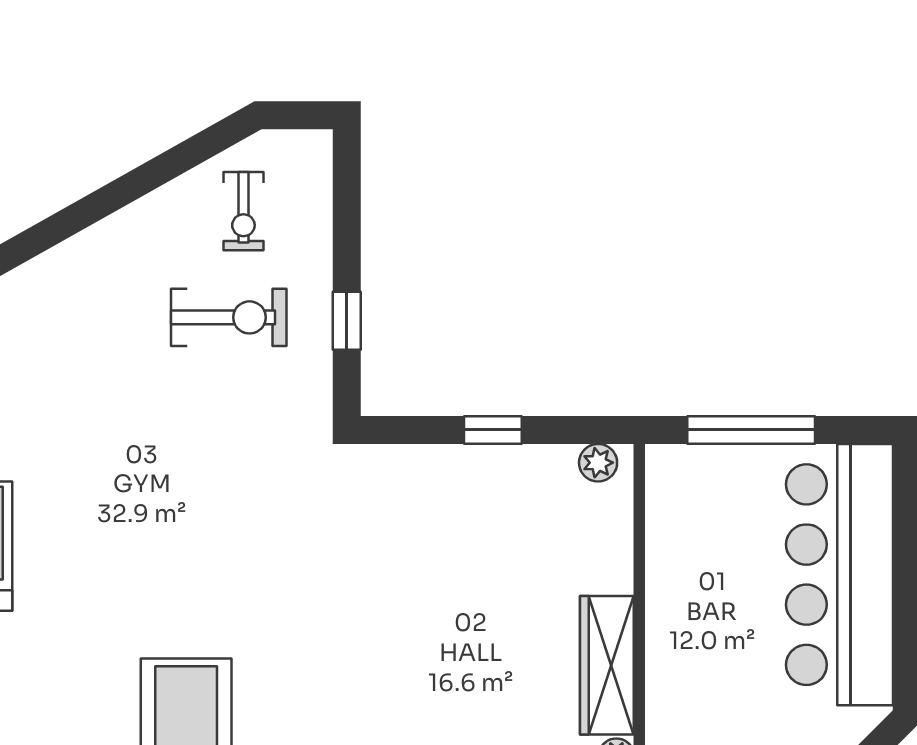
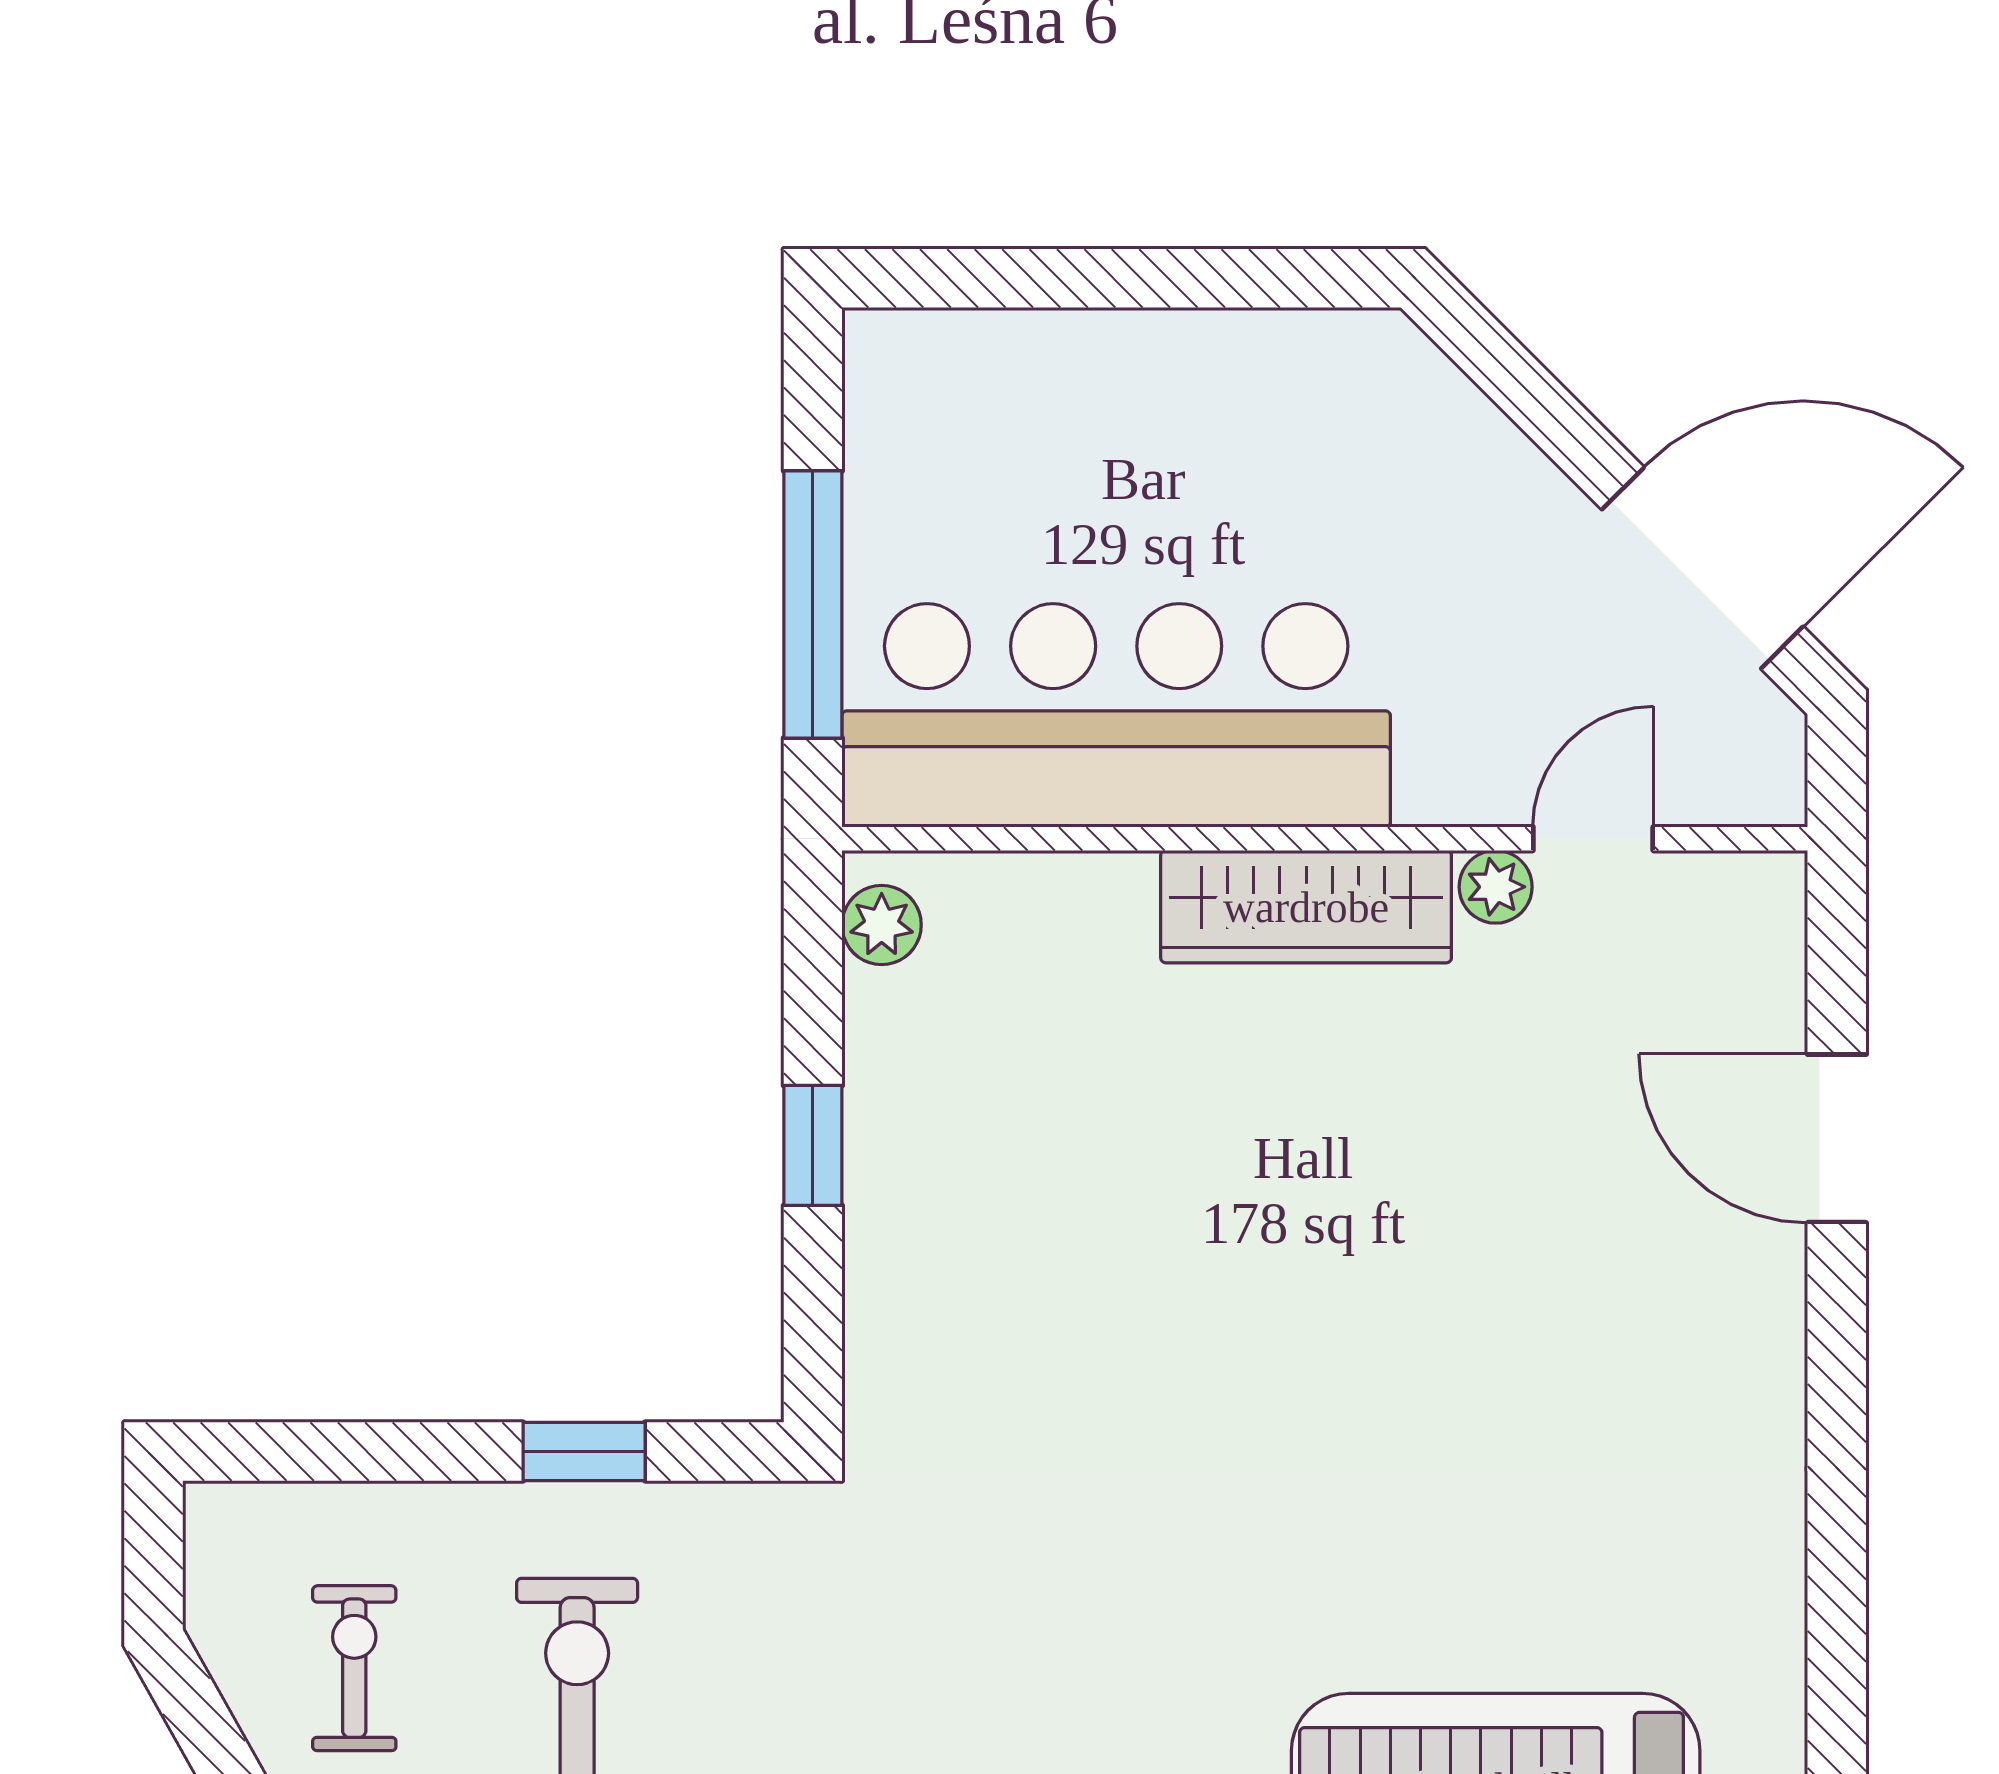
exercise bike: (243, 211) -> (354, 1668), turned -90
bar counter: (839, 575) -> (1116, 715), moved, turned 180

